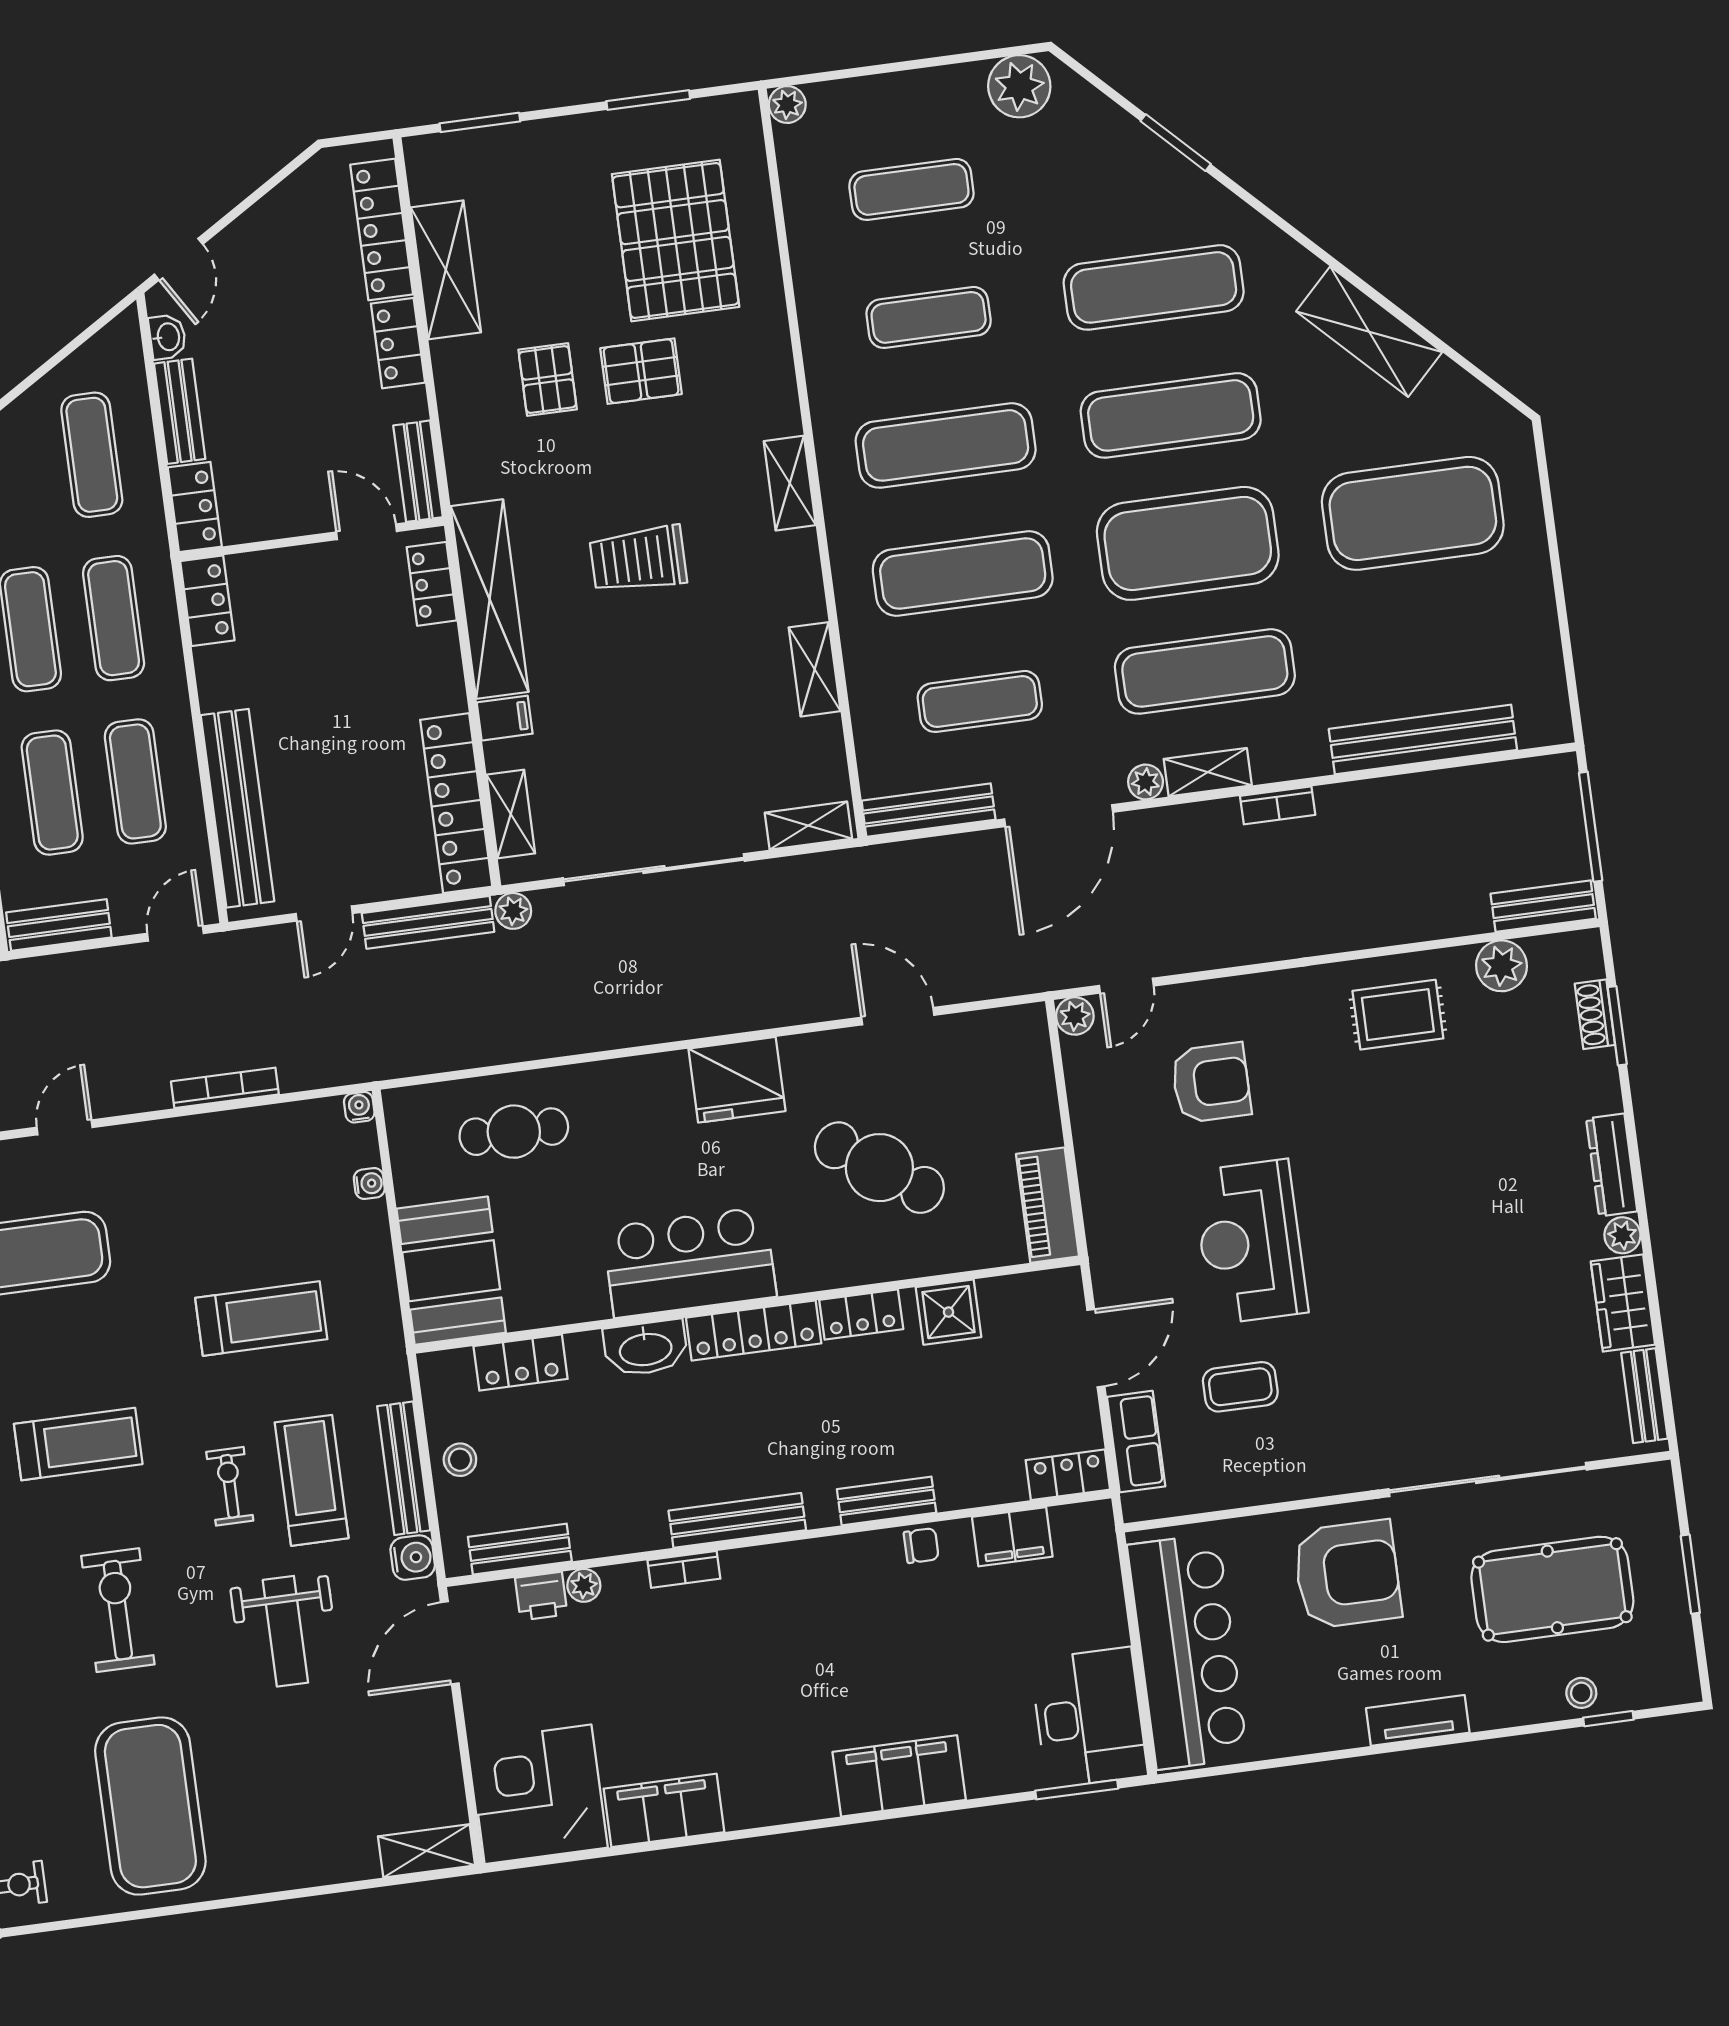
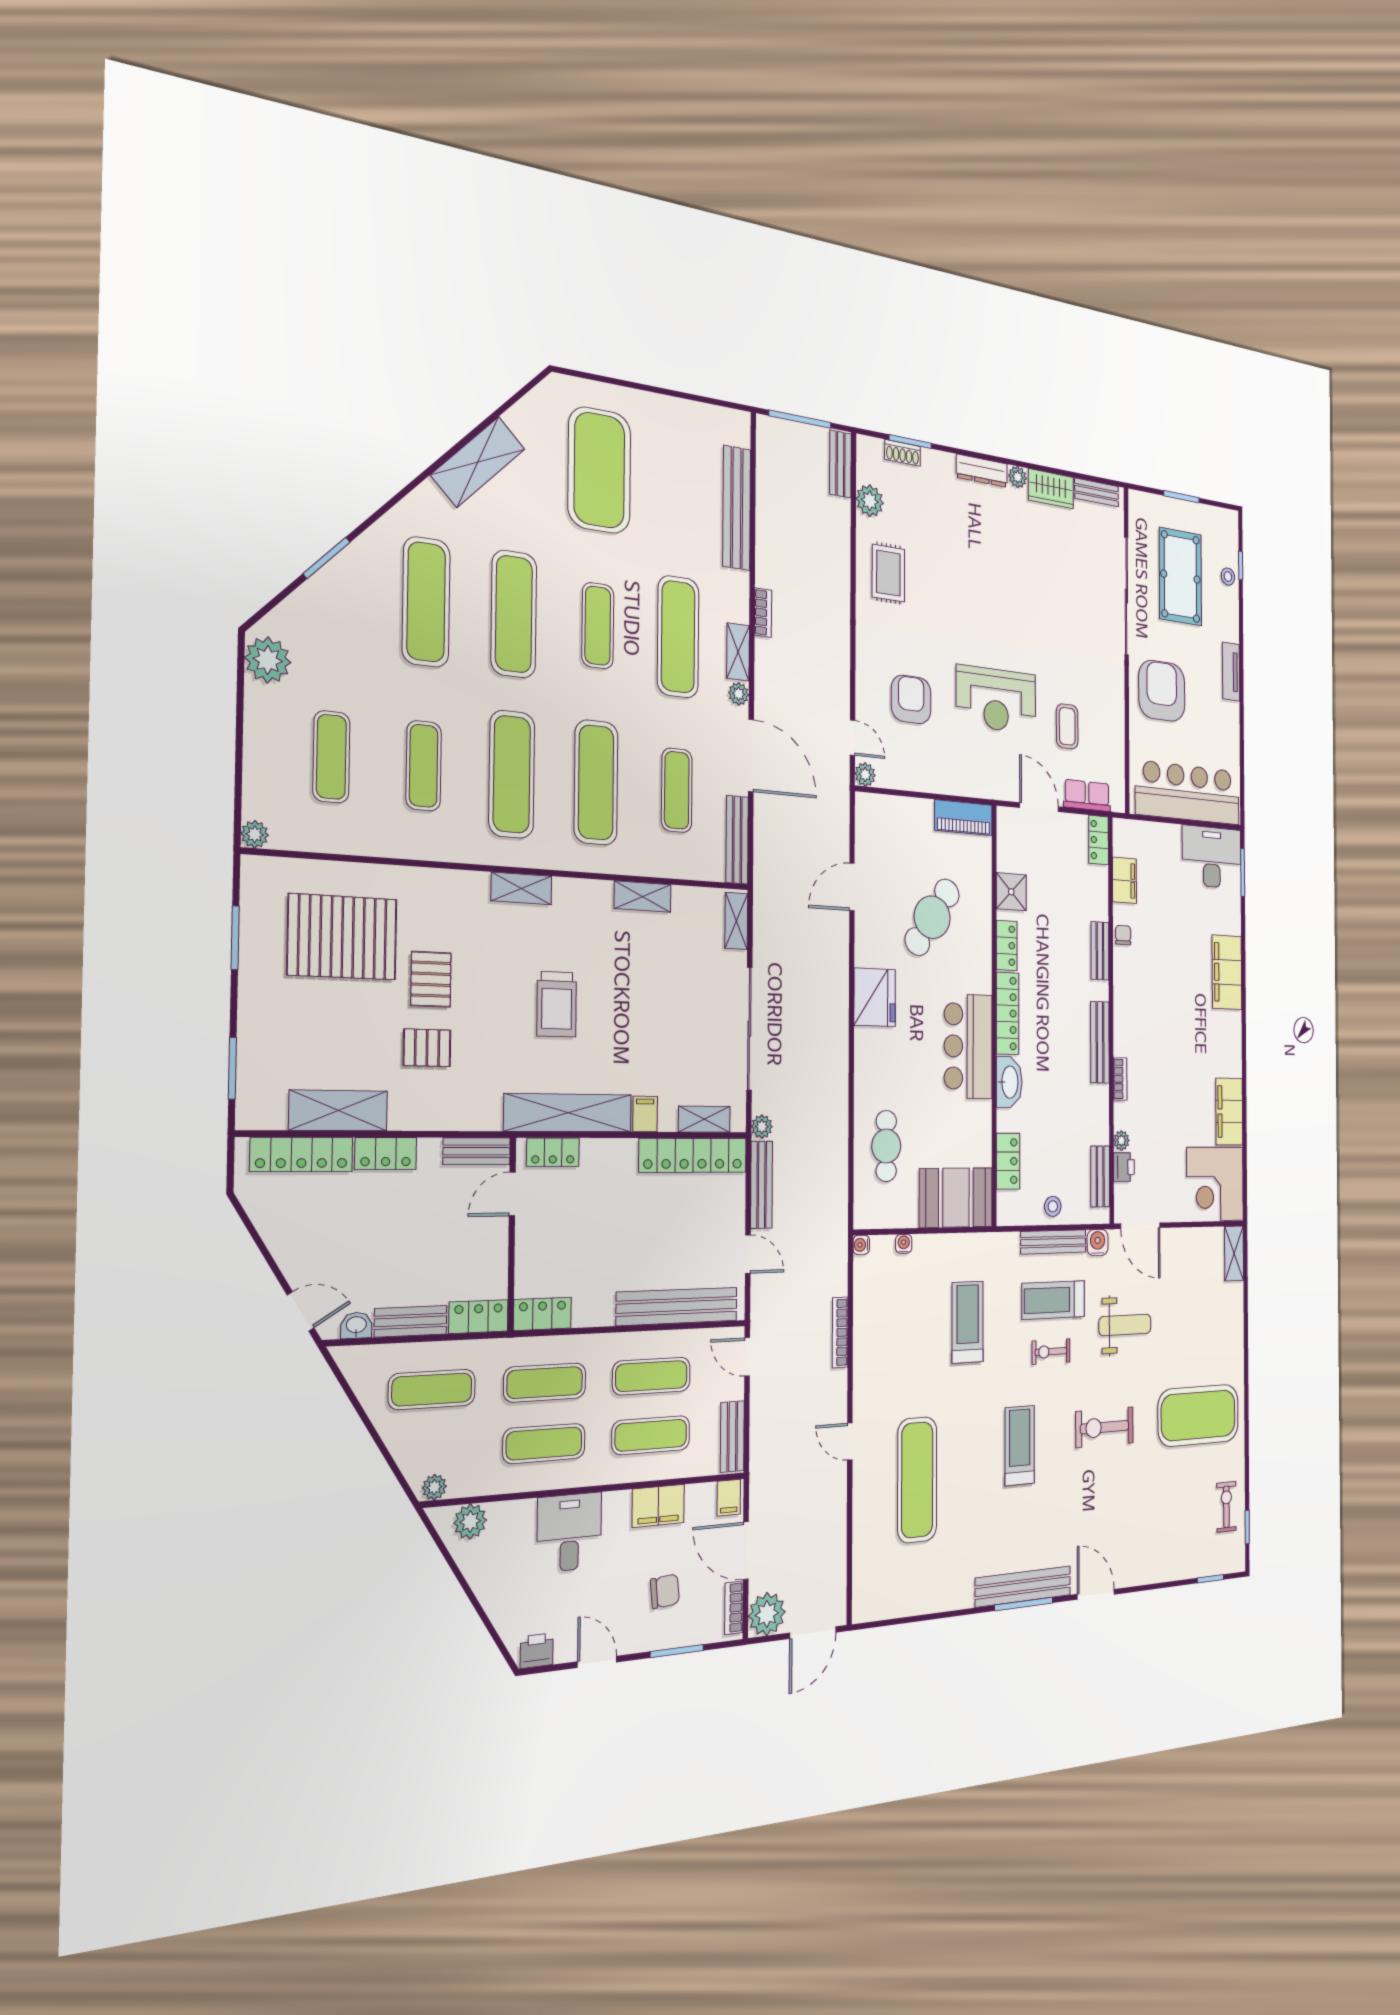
exercise mat: (1188, 543) -> (598, 626), width x0.50, depth x0.69

